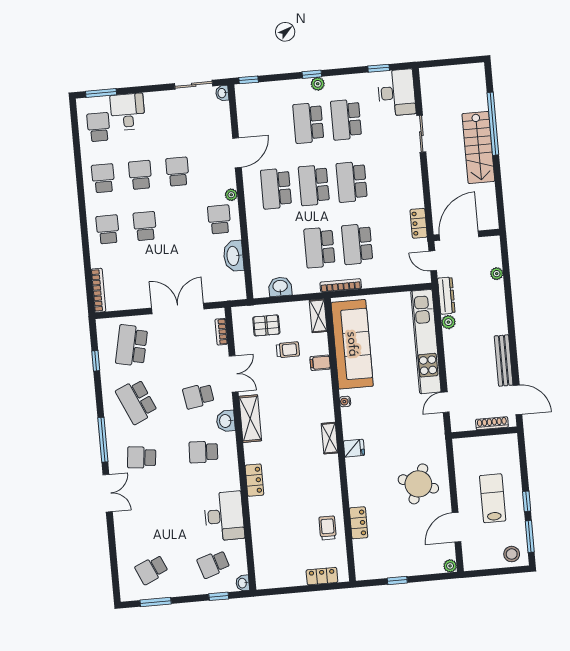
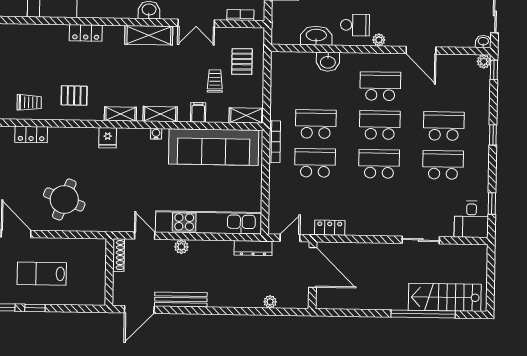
plant: (318, 84) -> (484, 61), moved
desk: (397, 93) -> (471, 219), width x0.73
stairs: (478, 147) -> (445, 297), moved
washbasin: (280, 287) -> (328, 62), moved, turned 90
plant: (448, 322) -> (181, 247), moved
trolley: (288, 350) -> (215, 81), turned 180
shelving: (326, 400) -> (160, 114), added
shoe rack: (492, 423) -> (119, 255), moved
pallet: (316, 485) -> (74, 96), added
lab bench: (493, 498) -> (42, 274), turned 180

